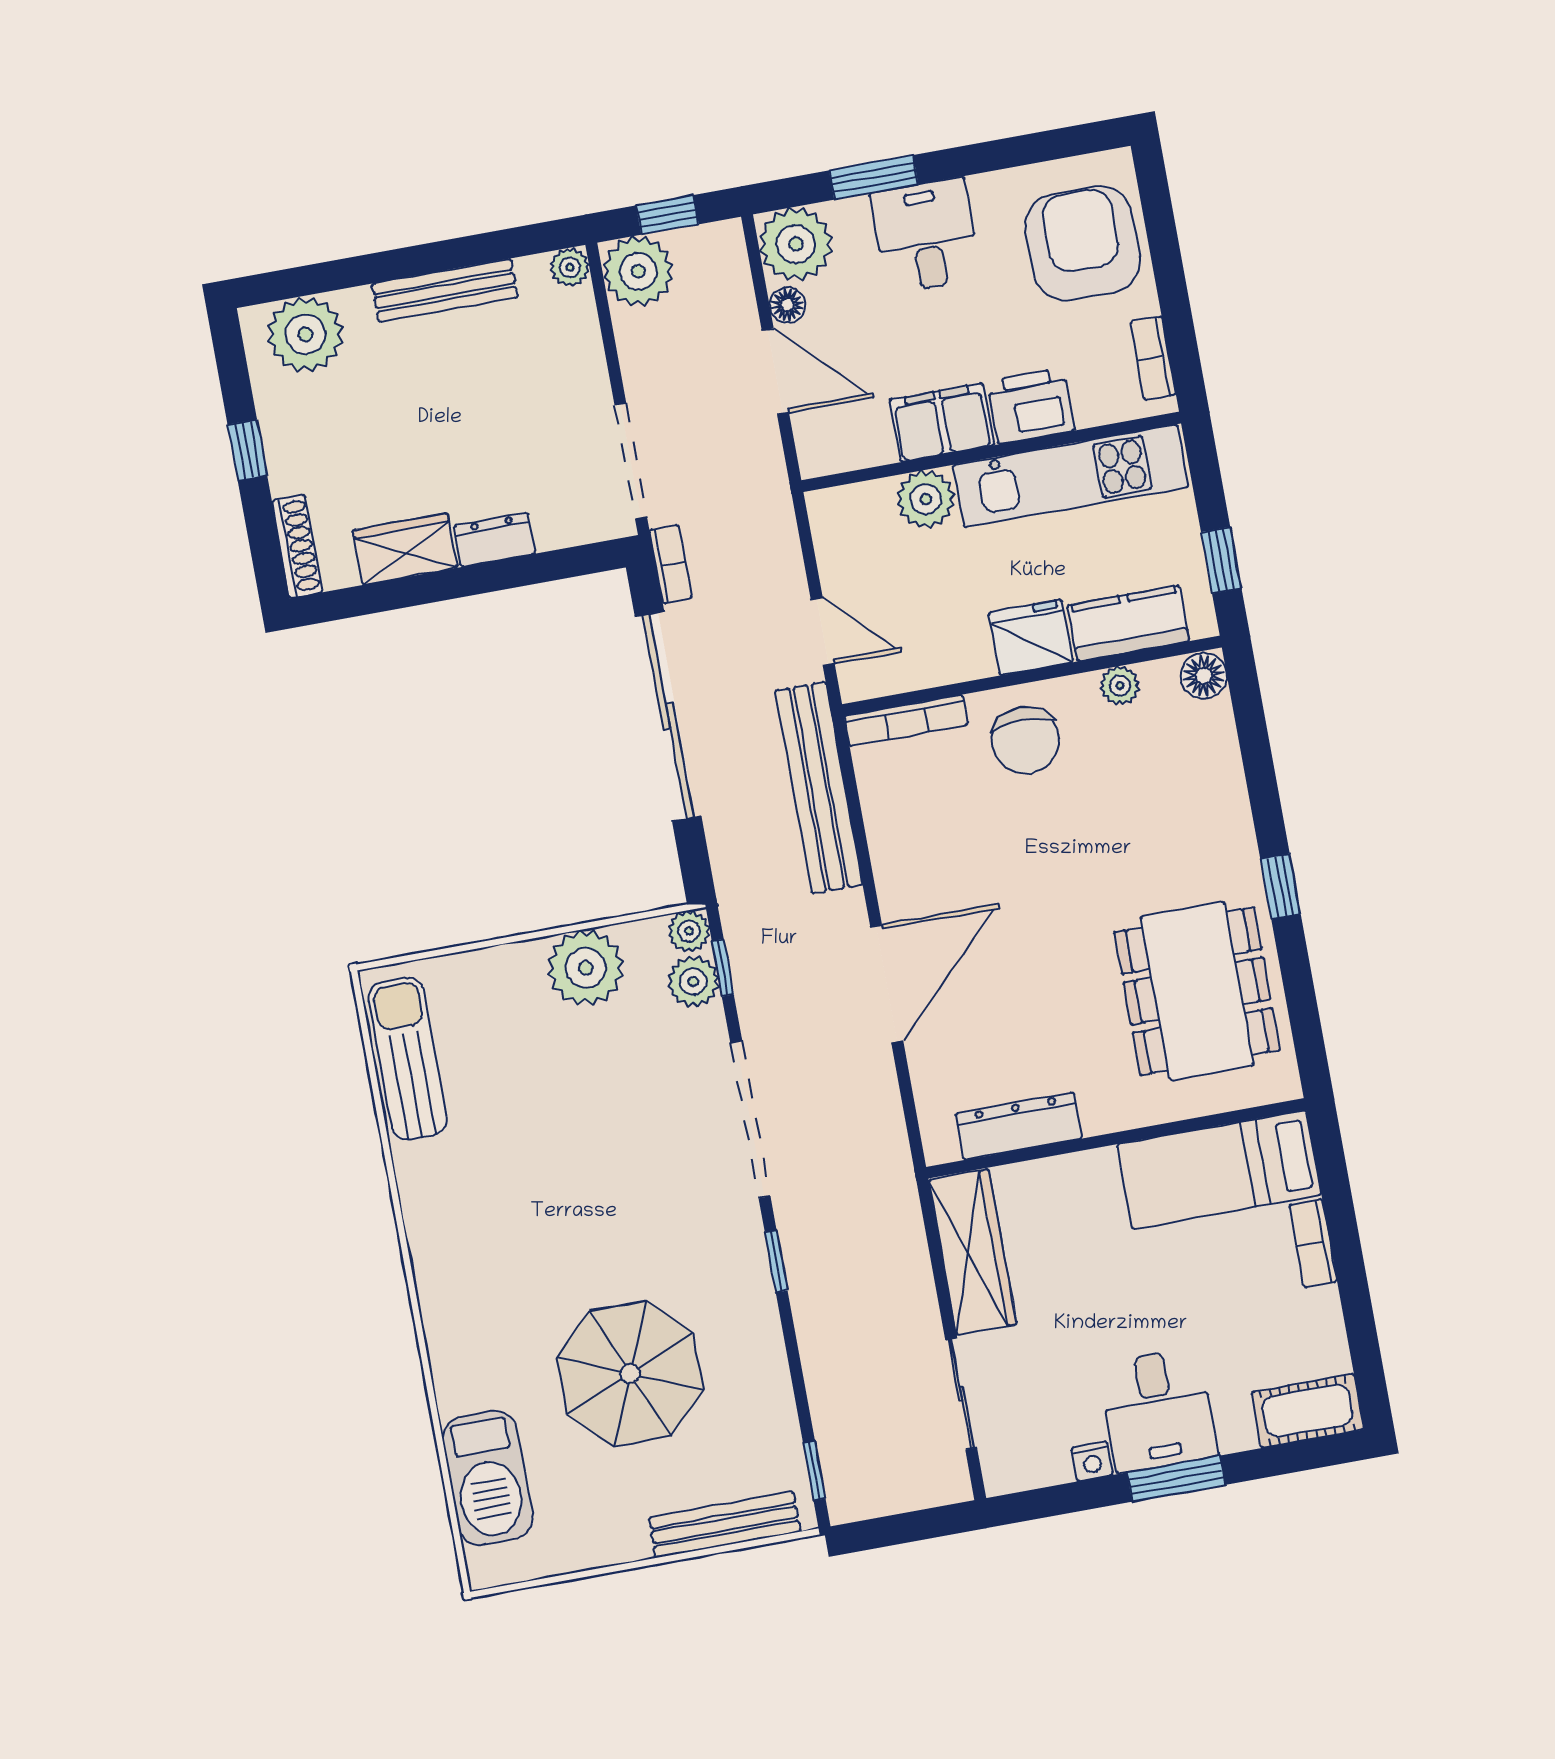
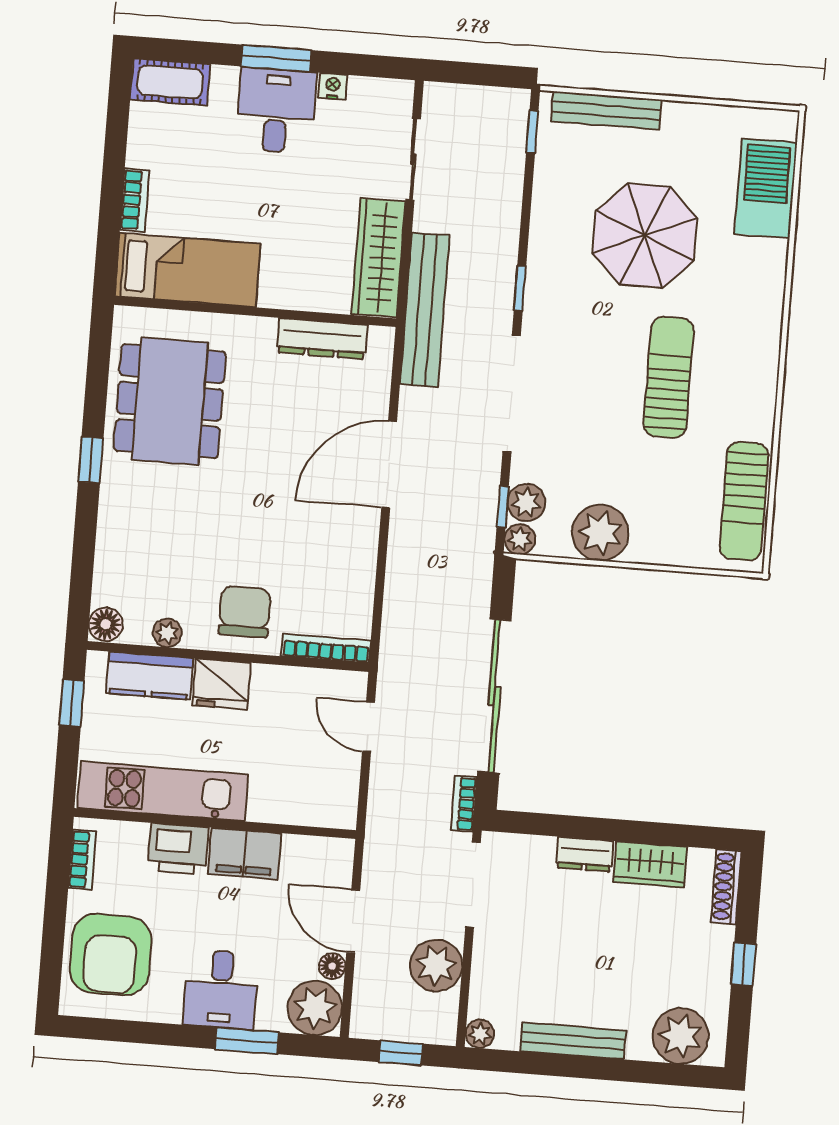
plant: (638, 271) -> (436, 965), moved
plant: (926, 499) -> (270, 802), removed
bench: (819, 788) -> (425, 310), moved
sun lounger: (550, 1196) -> (669, 377), added

